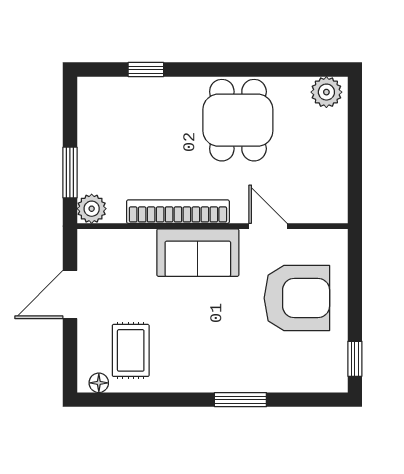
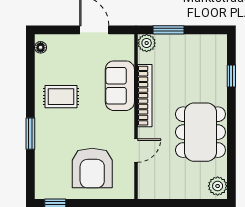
dining table: (238, 120) -> (200, 132), width x1.38
sofa: (198, 253) -> (120, 86), moved
rug: (131, 350) -> (61, 97), moved

